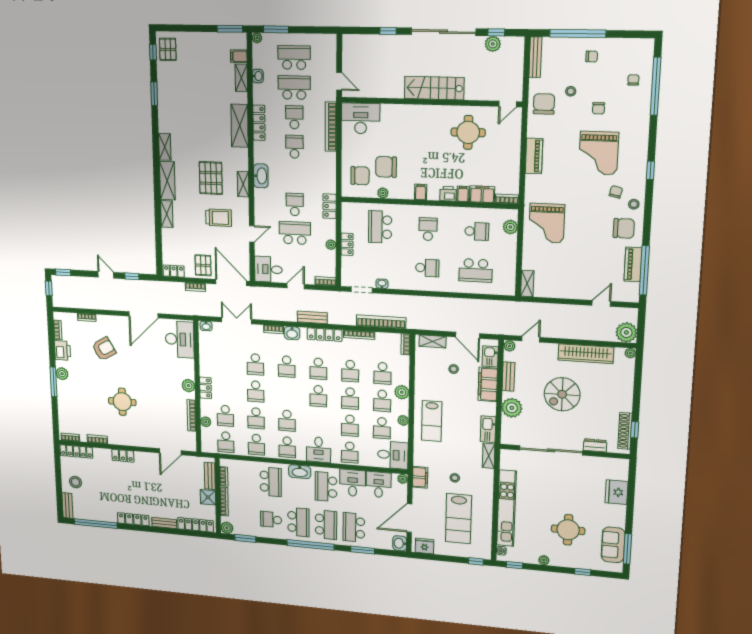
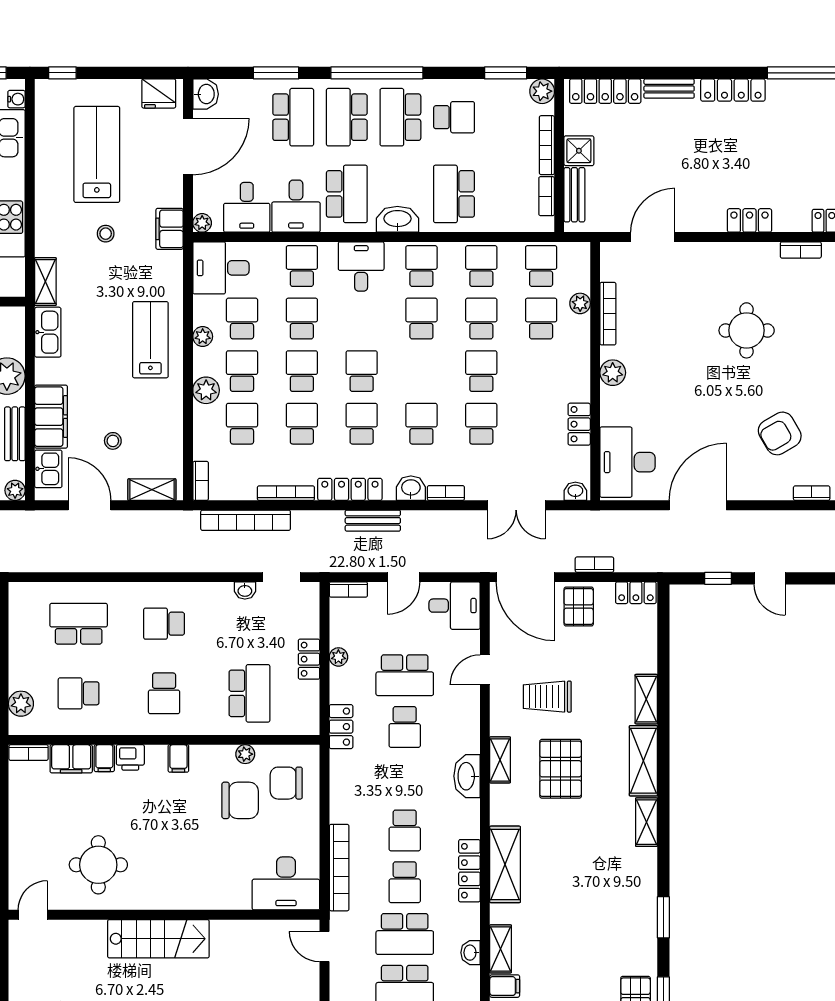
locker: (205, 388) -> (579, 424), moved

